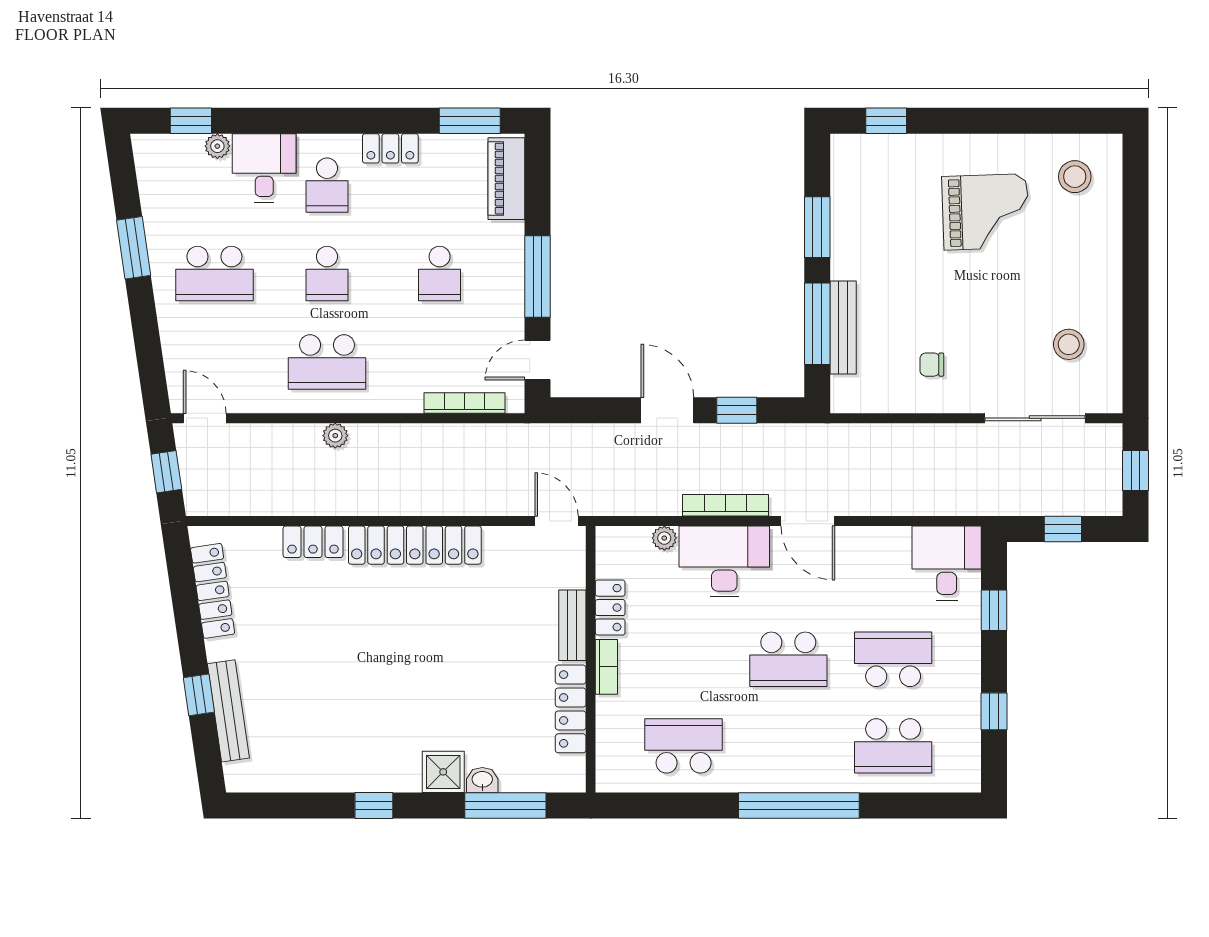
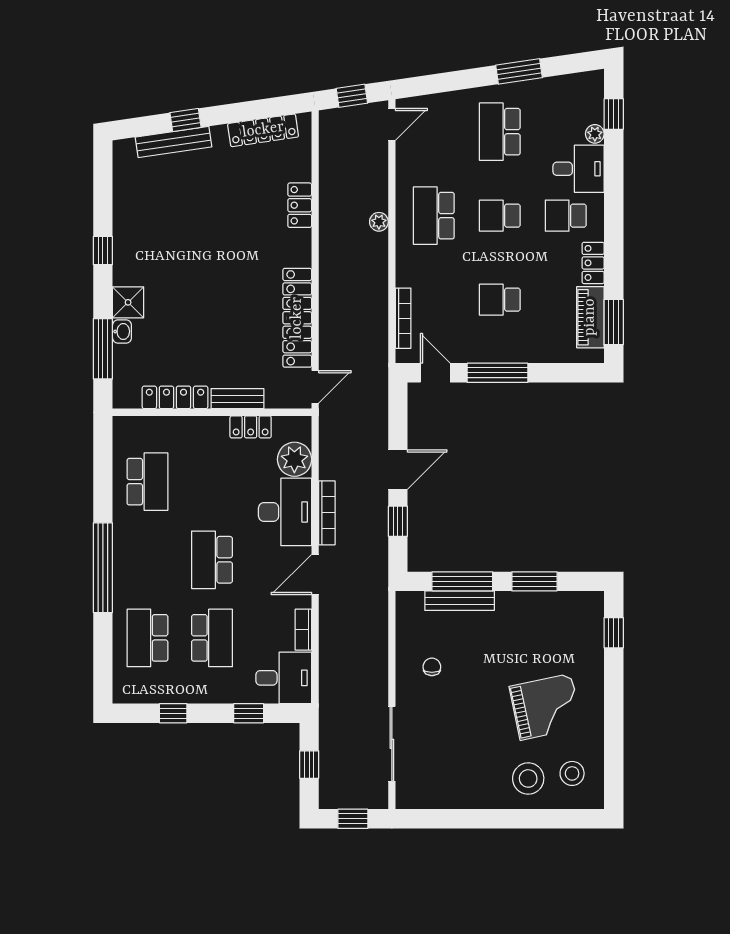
piano: (506, 179) -> (590, 317), moved, turned -90
grand piano: (986, 212) -> (546, 707), turned -100
stool: (1069, 344) -> (528, 778), moved, width x1.38, depth x1.38
plant: (664, 538) -> (294, 459), width x1.88, depth x1.88
locker: (415, 545) -> (297, 318), moved
bookcase: (606, 667) -> (303, 630), moved, turned 90

